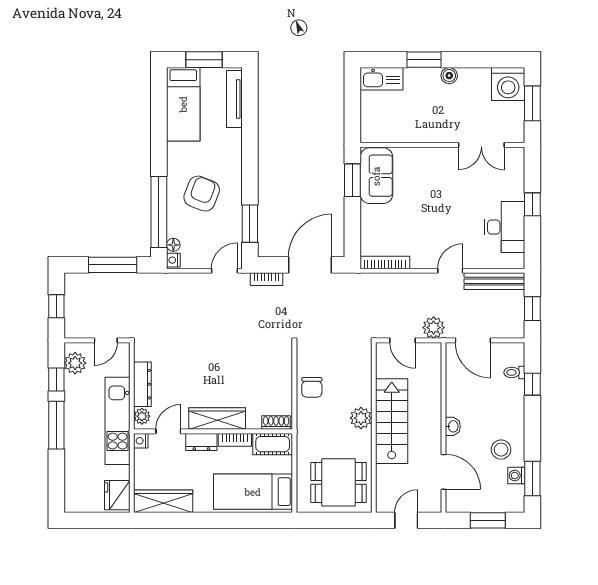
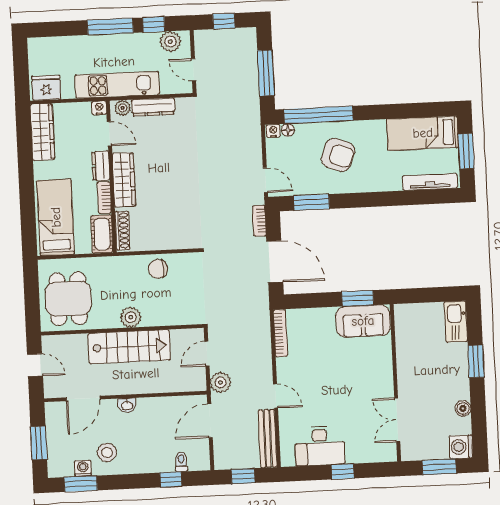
boiler: (449, 76) -> (463, 408), moved
washing machine: (508, 84) -> (461, 447), width x0.73, depth x0.73
shoe rack: (276, 423) -> (122, 230), width x1.43

